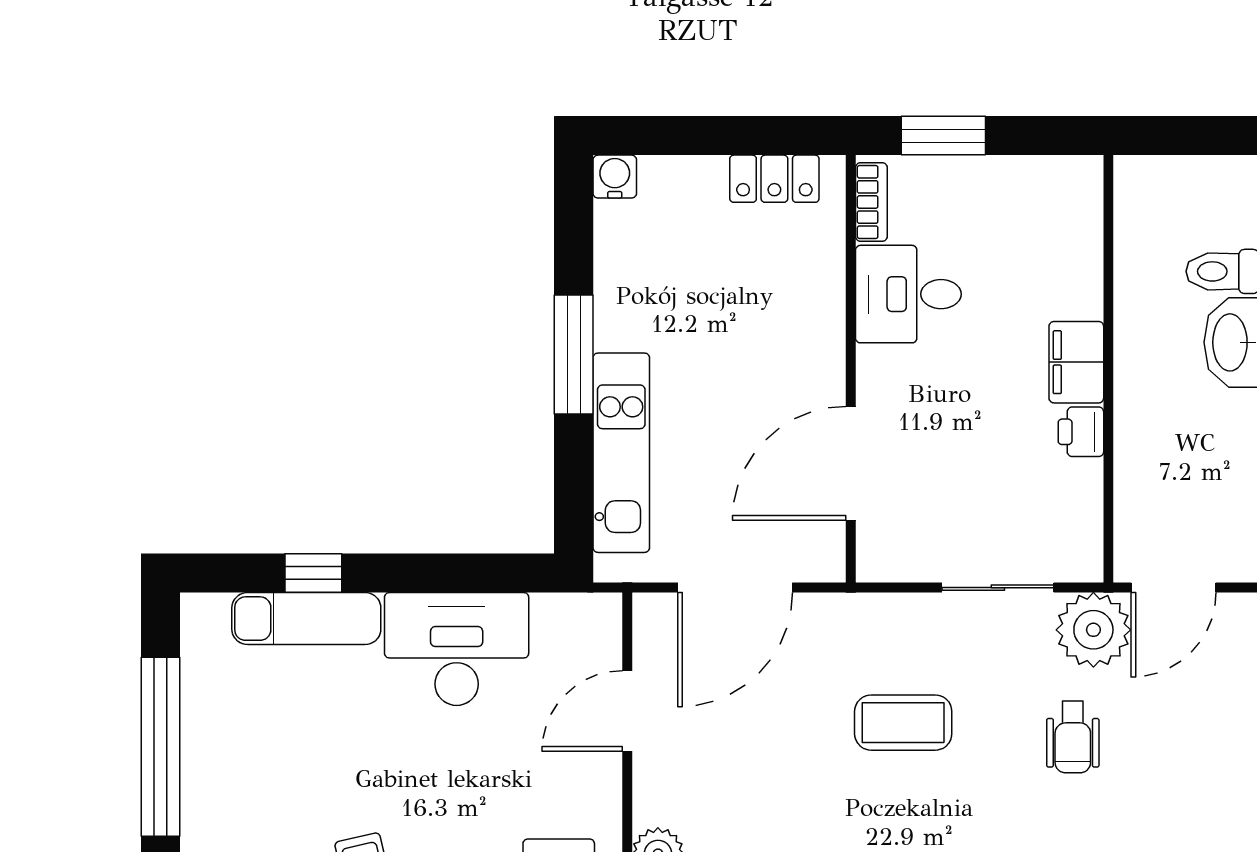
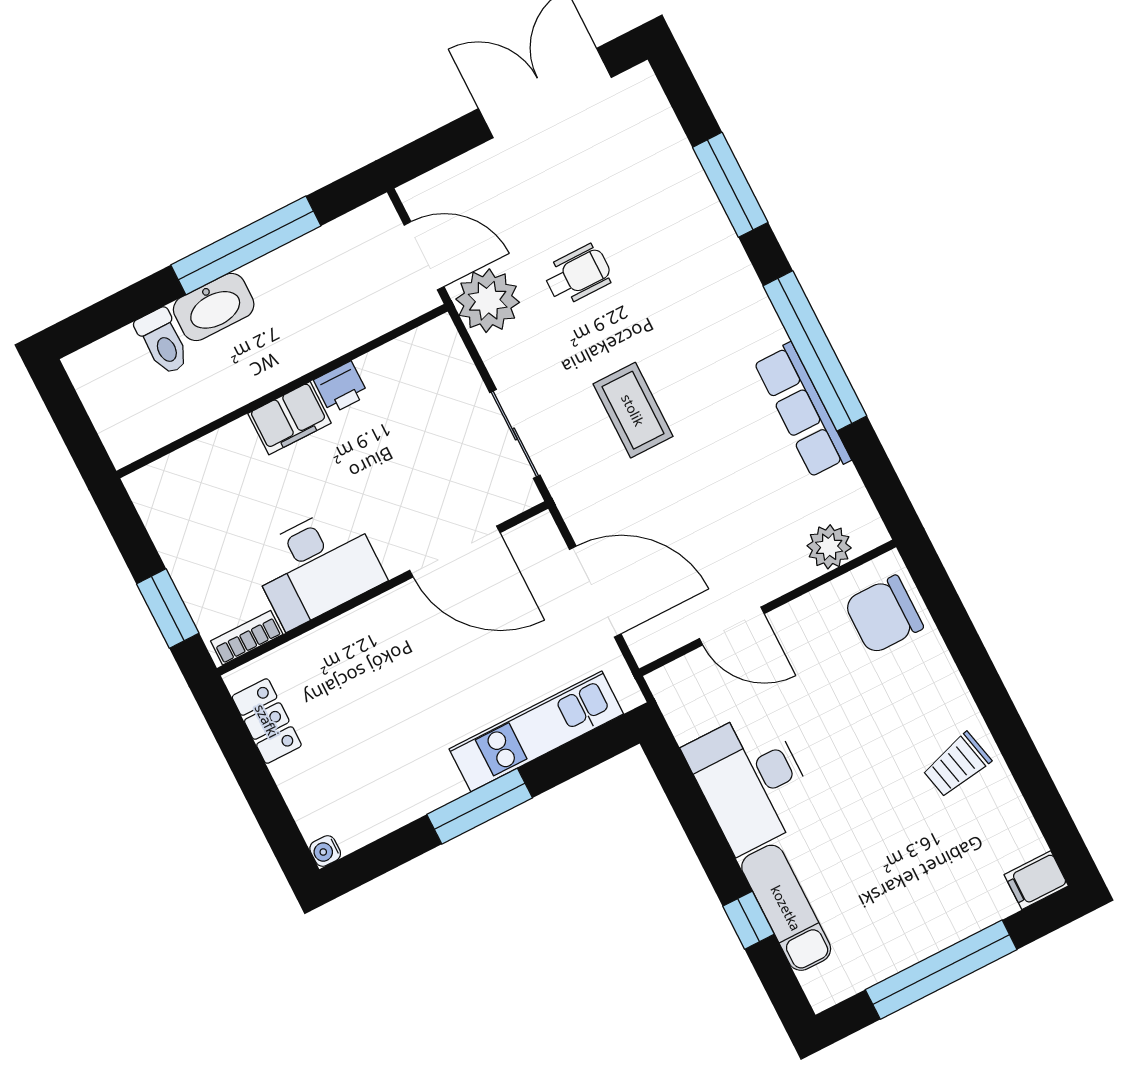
water cooler: (615, 177) -> (325, 851), width x0.72, depth x0.72
desk: (908, 294) -> (317, 566), width x1.37
sliding door: (998, 588) -> (515, 434), moved

